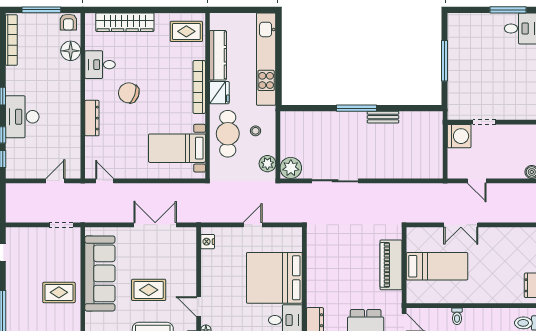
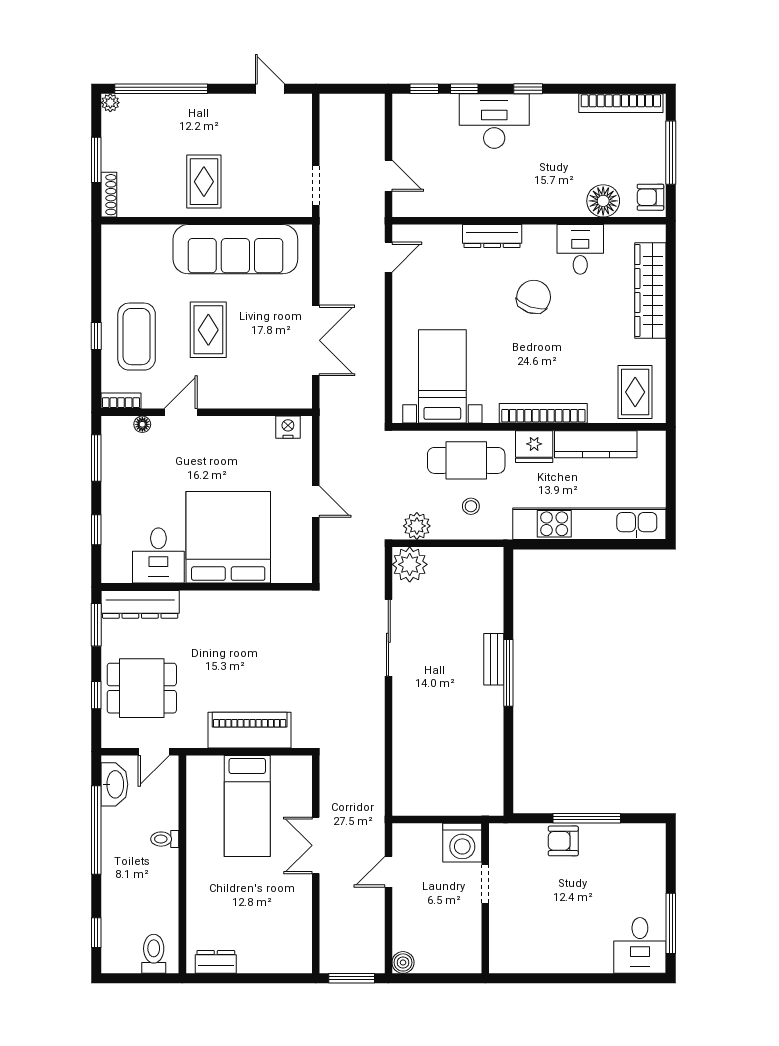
armchair: (458, 75) -> (563, 841), added
bench: (383, 117) -> (494, 659), moved

